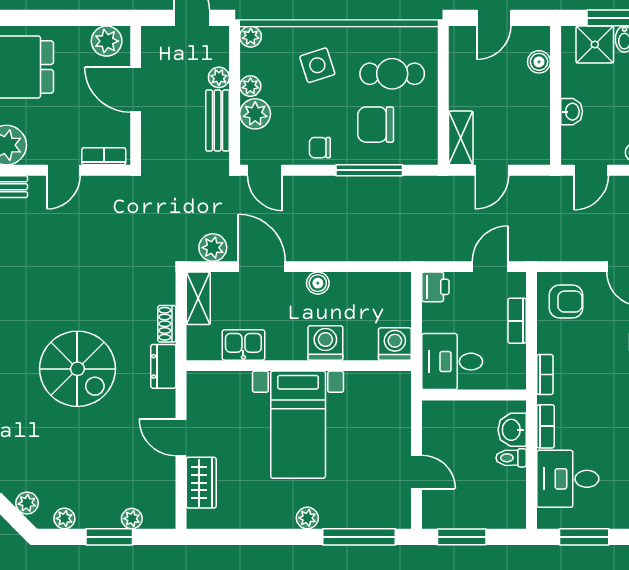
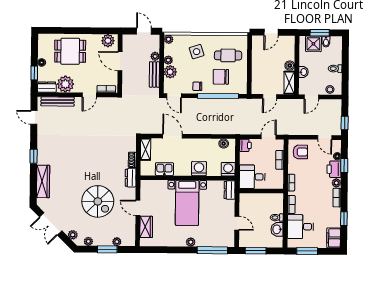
boiler: (539, 62) -> (290, 66), moved
shelving: (461, 138) -> (289, 83), moved
window: (369, 170) -> (218, 96), width x1.46
plant: (213, 248) -> (152, 128), removed
boiler: (318, 283) -> (224, 144), moved
spiral stairs: (77, 369) -> (98, 201), moved
dresser: (399, 393) -> (230, 190), added
washbasin: (512, 430) -> (277, 229), moved

